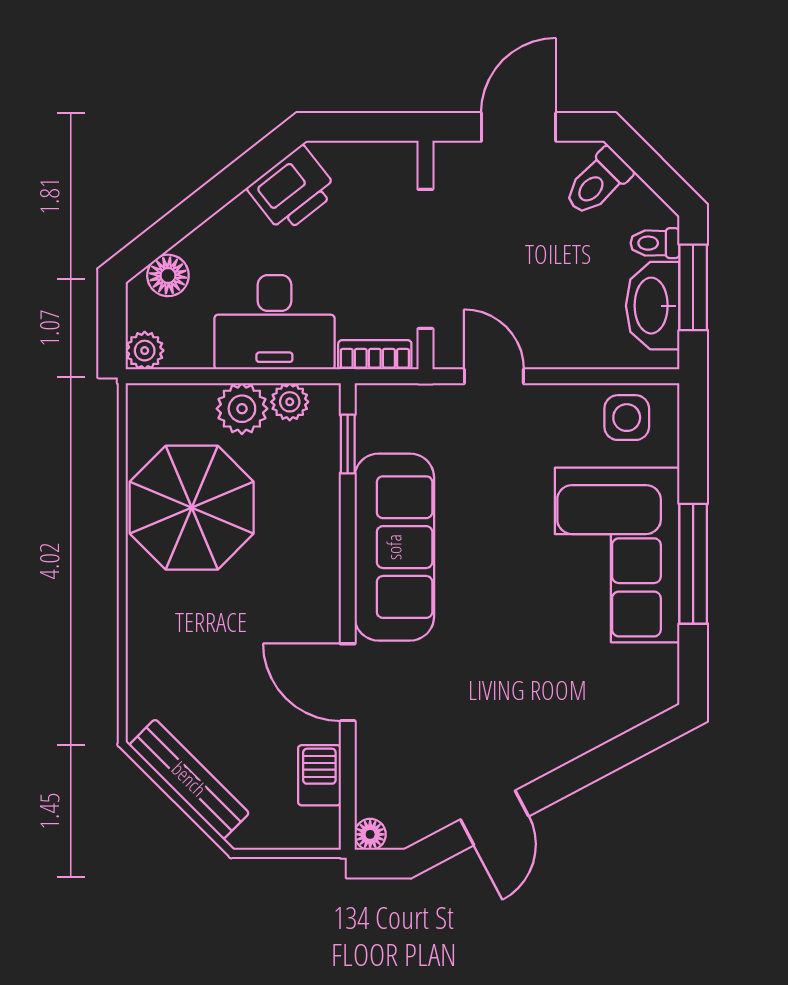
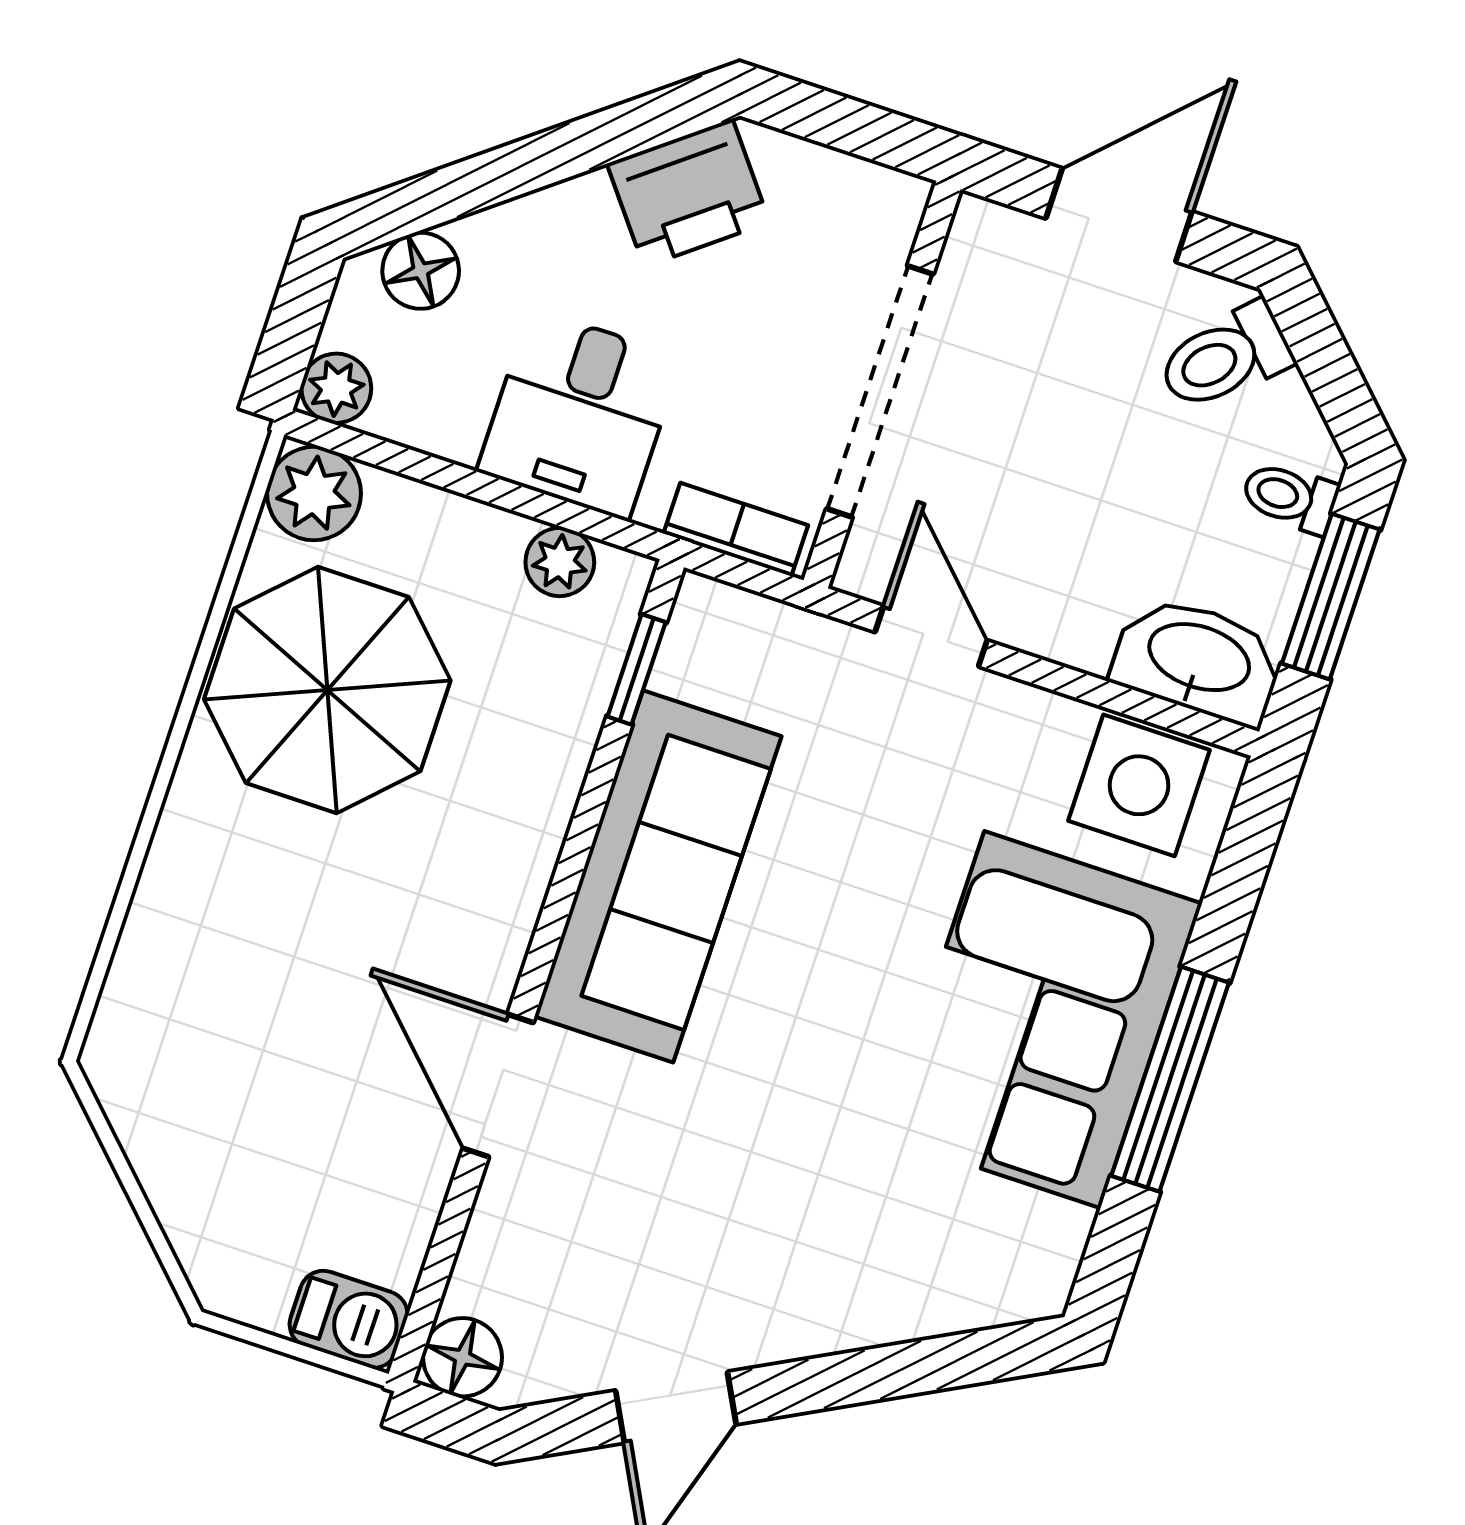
washbasin: (653, 306) -> (1198, 660), moved, turned 90
desk: (274, 322) -> (579, 414), width x0.73
plant: (242, 409) -> (314, 494), moved
side table: (627, 418) -> (1139, 785), width x1.37, depth x1.37
barbecue: (319, 775) -> (349, 1319), moved, turned 90
bench: (189, 779) -> (165, 1162), removed
floor lamp: (370, 834) -> (462, 1357), width x1.37, depth x1.37

